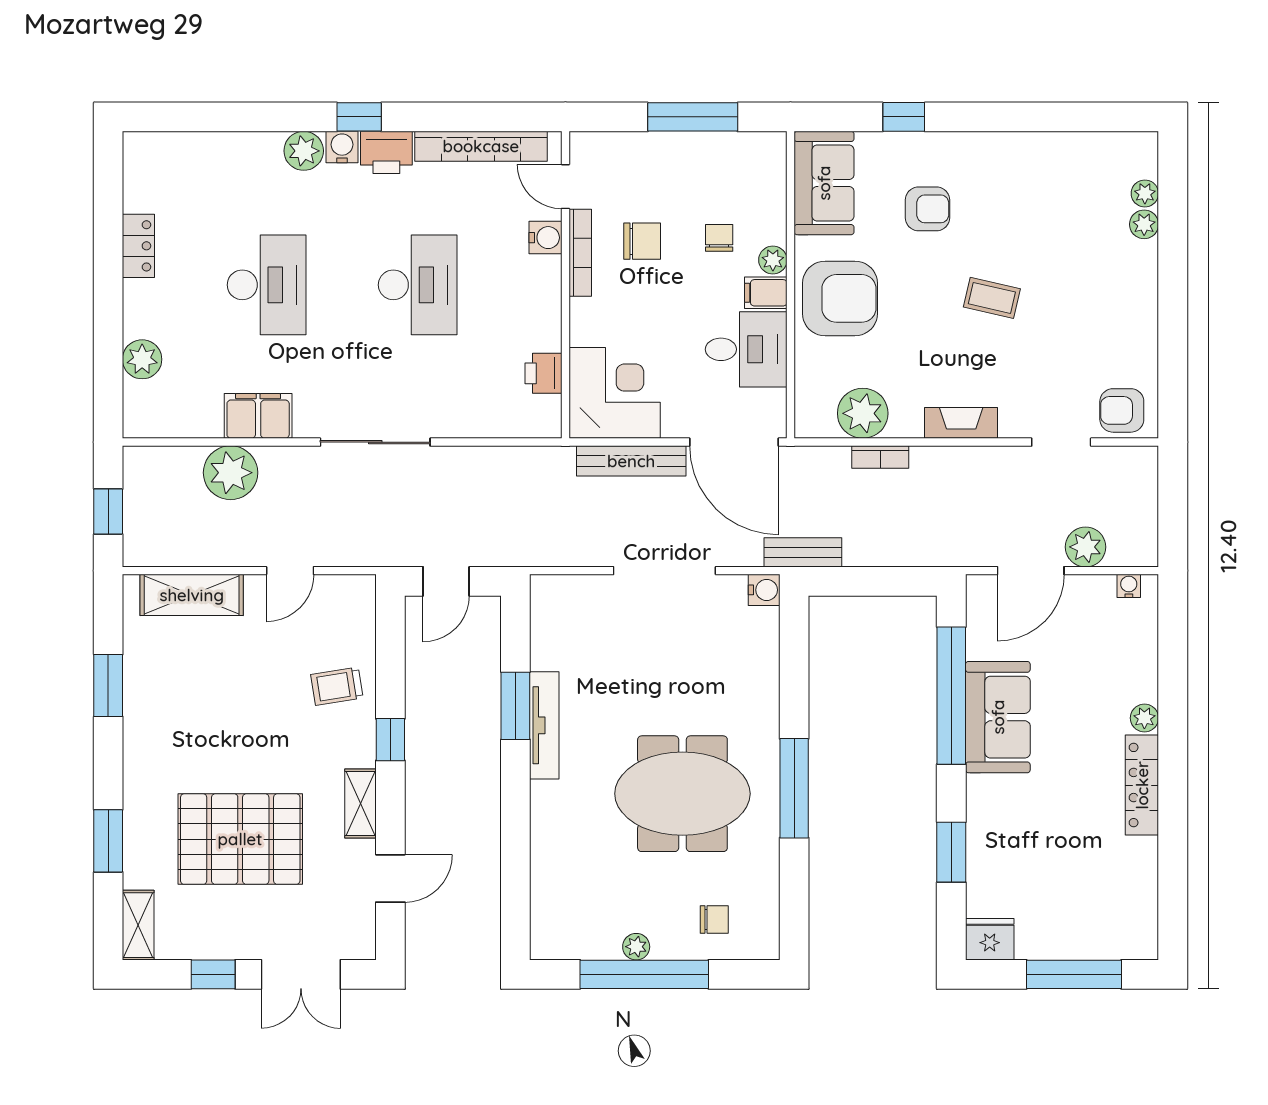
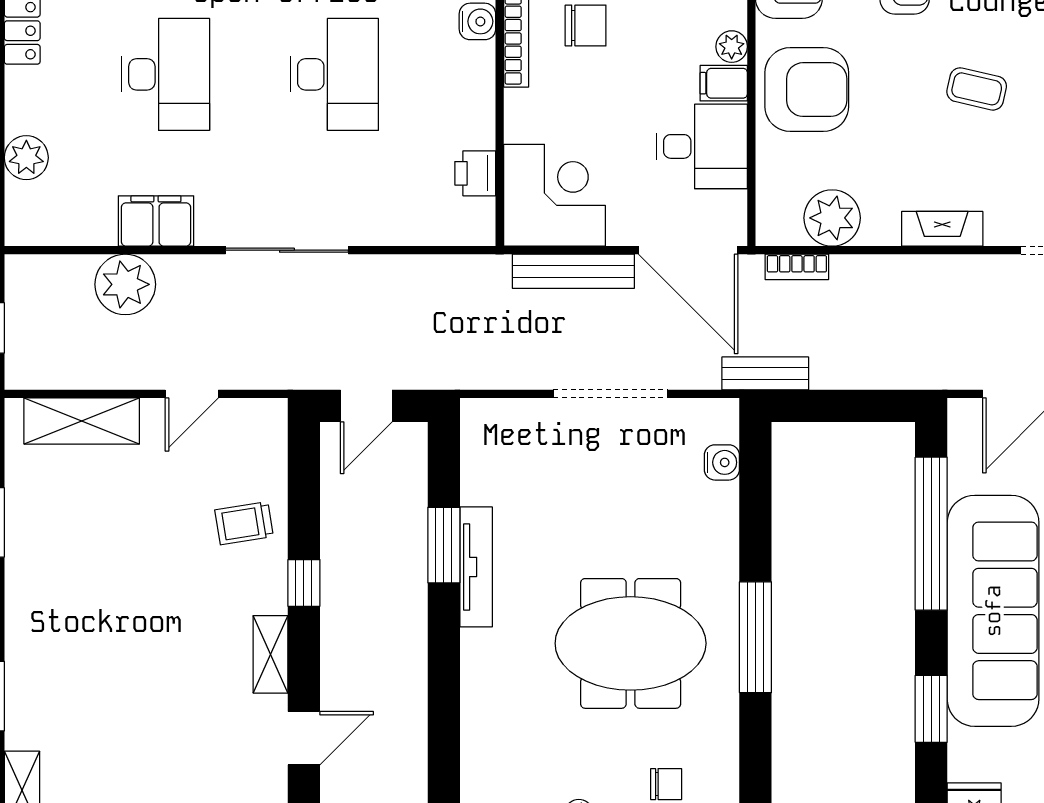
chair: (719, 238) -> (671, 22), removed
bookcase: (880, 457) -> (797, 267), moved
water cooler: (764, 590) -> (722, 462), moved
sofa: (998, 717) -> (993, 611), width x1.85, depth x1.27
pallet: (240, 839) -> (136, 694), removed

